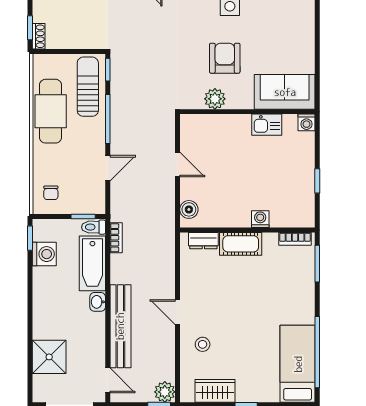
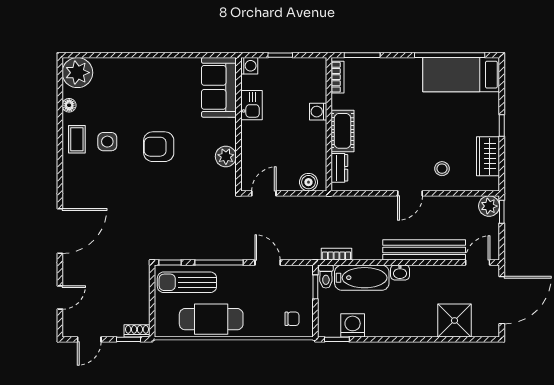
sofa: (285, 92) -> (219, 87), moved
plant: (215, 99) -> (226, 156), moved
wall: (247, 112) -> (239, 124), moved
washing machine: (307, 122) -> (249, 66), moved
kitchen sink: (267, 125) -> (251, 105), moved

